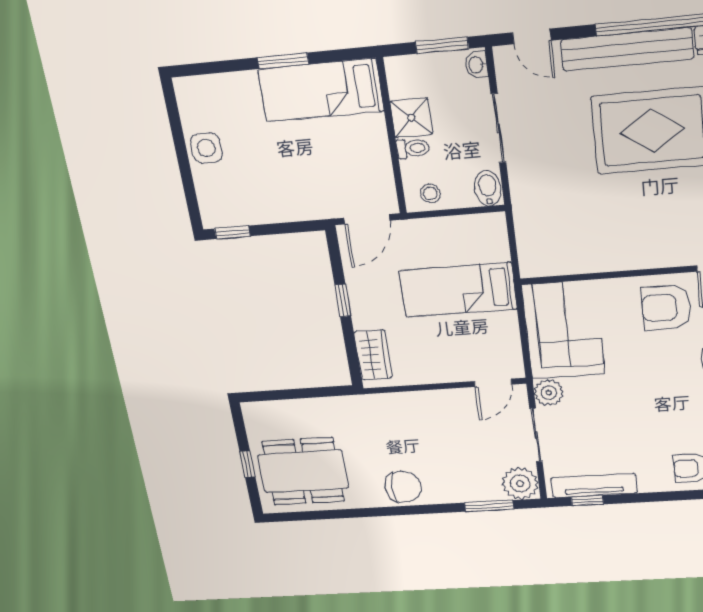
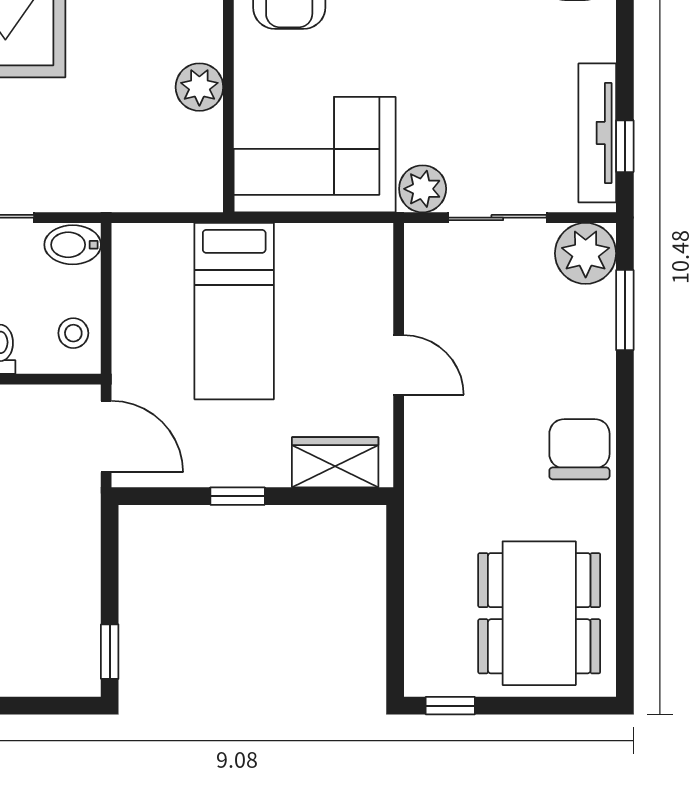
plant: (600, 258) -> (199, 87), added
door: (493, 383) -> (399, 365), moved
window: (247, 464) -> (450, 706), moved

